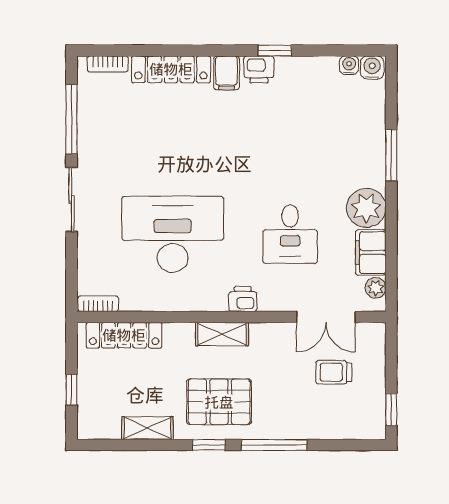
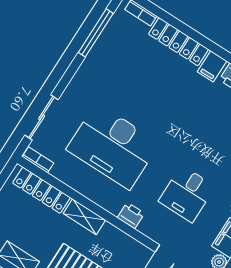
sliding door: (72, 199) -> (42, 117), moved
desk: (173, 234) -> (113, 146), turned 180
shelving: (222, 334) -> (84, 217), moved

